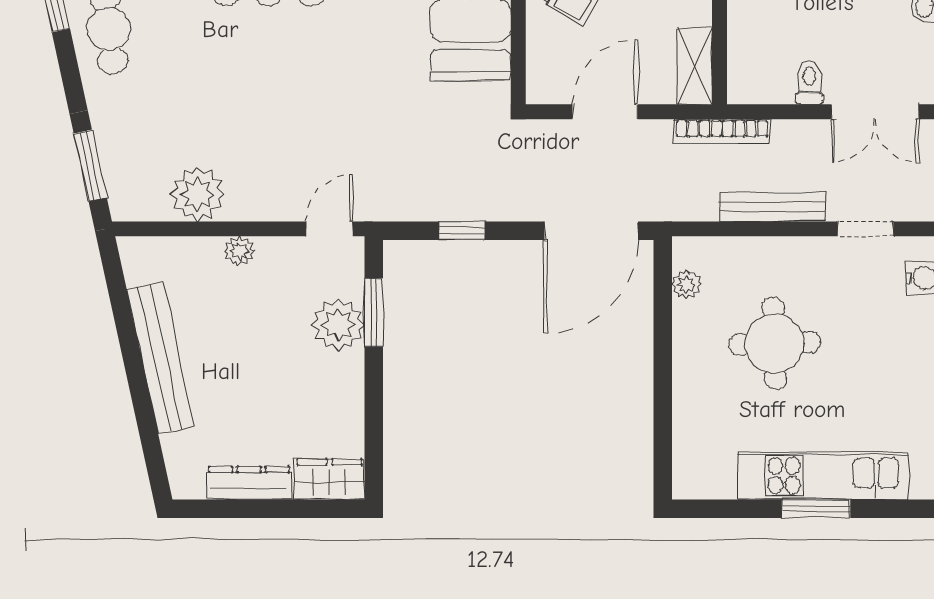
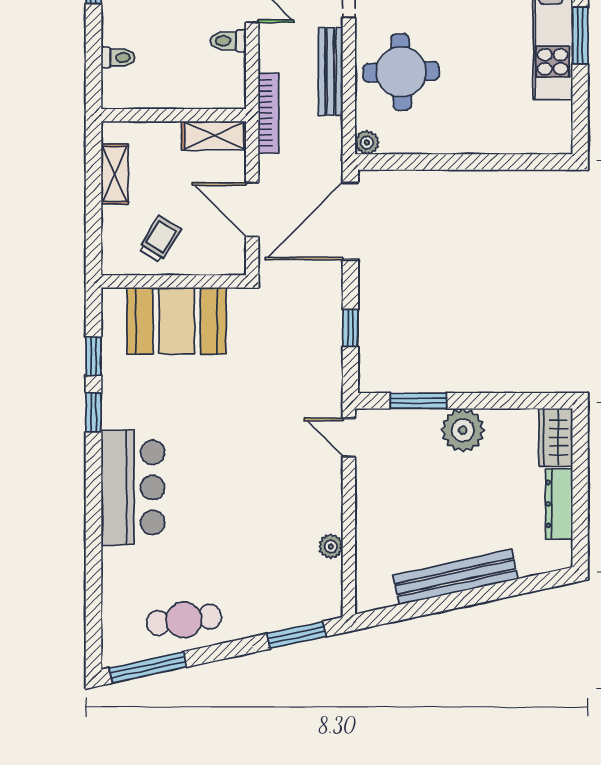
plant: (197, 194) -> (331, 546), width x0.53, depth x0.53
door: (591, 231) -> (350, 221), swing flipped
plant: (239, 251) -> (367, 512), removed
plant: (686, 284) -> (367, 142), moved
plant: (338, 325) -> (463, 430), moved
round table: (774, 343) -> (401, 72), moved

